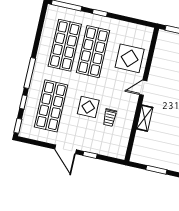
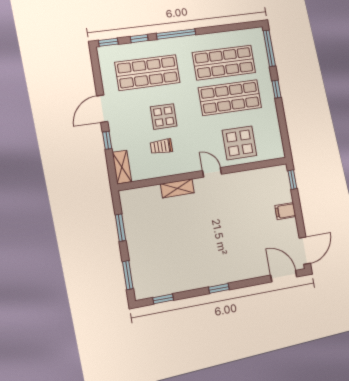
shelving: (113, 152) -> (122, 167), added

